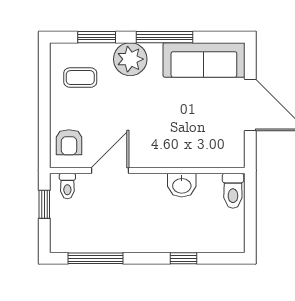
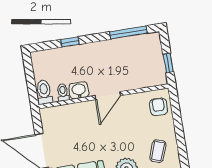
coffee table: (80, 78) -> (158, 151), turned -70
door: (110, 171) -> (108, 96), moved
toilet: (67, 186) -> (63, 92), moved

